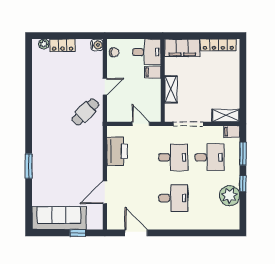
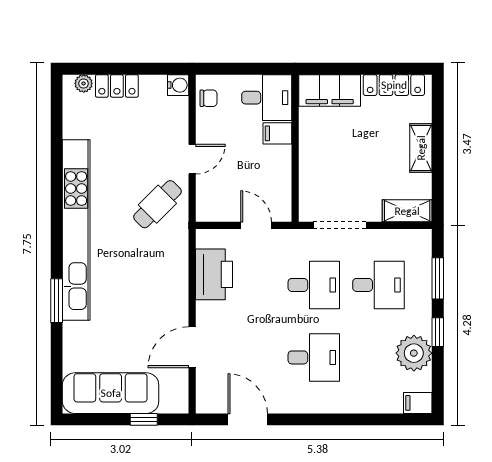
shelving: (171, 89) -> (421, 148), moved
kitchen unit: (40, 126) -> (76, 230), added
filing cabinet: (232, 132) -> (418, 403), moved

